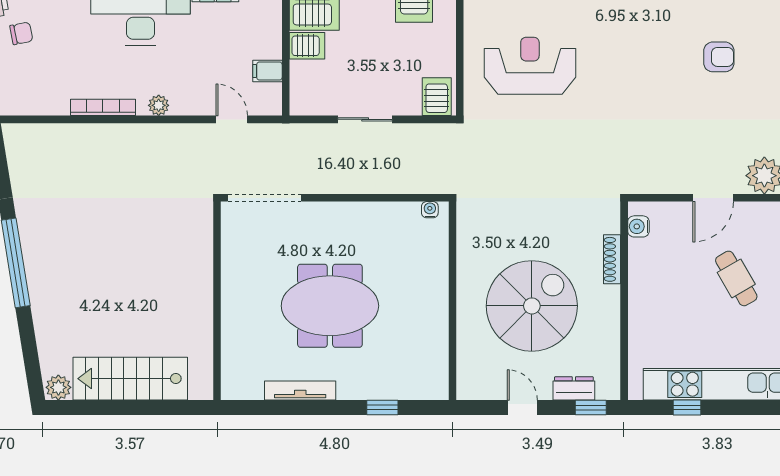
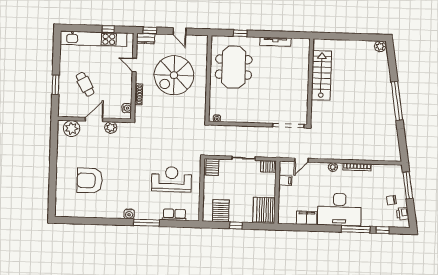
server rack: (307, 46) -> (269, 166), moved
armchair: (719, 57) -> (90, 180), width x1.88, depth x1.88
reception desk: (530, 66) -> (172, 179), turned 180
door: (232, 119) -> (301, 160), hinge flipped
plant: (674, 181) -> (111, 128), added
meeting table: (330, 306) -> (234, 67), moved, turned 90
door: (624, 327) -> (134, 65), added
stairs: (130, 379) -> (321, 75), moved, turned -90
dresser: (574, 388) -> (146, 39), moved

